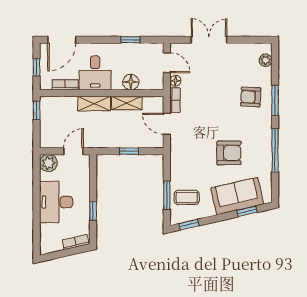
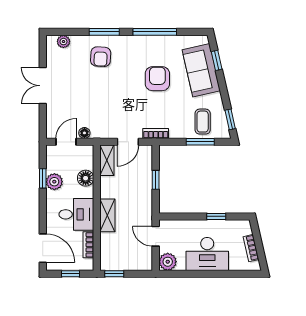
double door: (209, 40) -> (43, 86), moved
plant: (127, 51) -> (54, 182), added
bookcase: (175, 100) -> (156, 133), moved
shelving: (127, 103) -> (107, 160), moved
bookcase: (76, 242) -> (251, 248), moved

